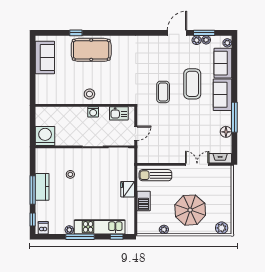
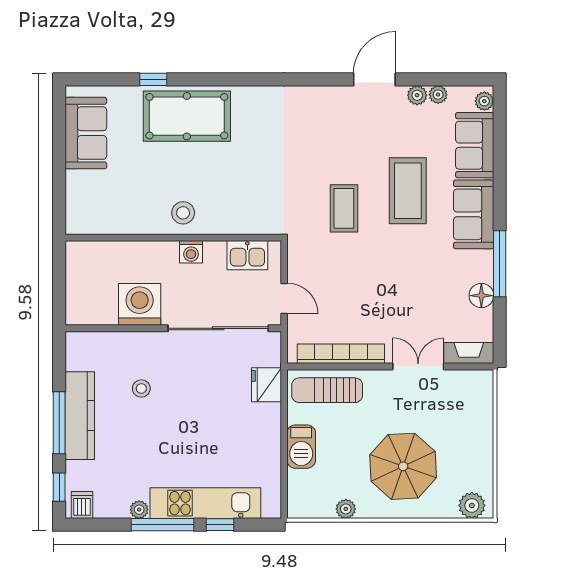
window: (204, 33) -> (434, 79), removed
door: (136, 133) -> (284, 299), hinge flipped
washing machine: (45, 136) -> (140, 304), moved
bookcase: (162, 159) -> (341, 354), added
kitchen counter: (42, 187) -> (80, 416), width x1.50
fridge: (128, 189) -> (266, 385), moved
window: (117, 237) -> (220, 525), moved

